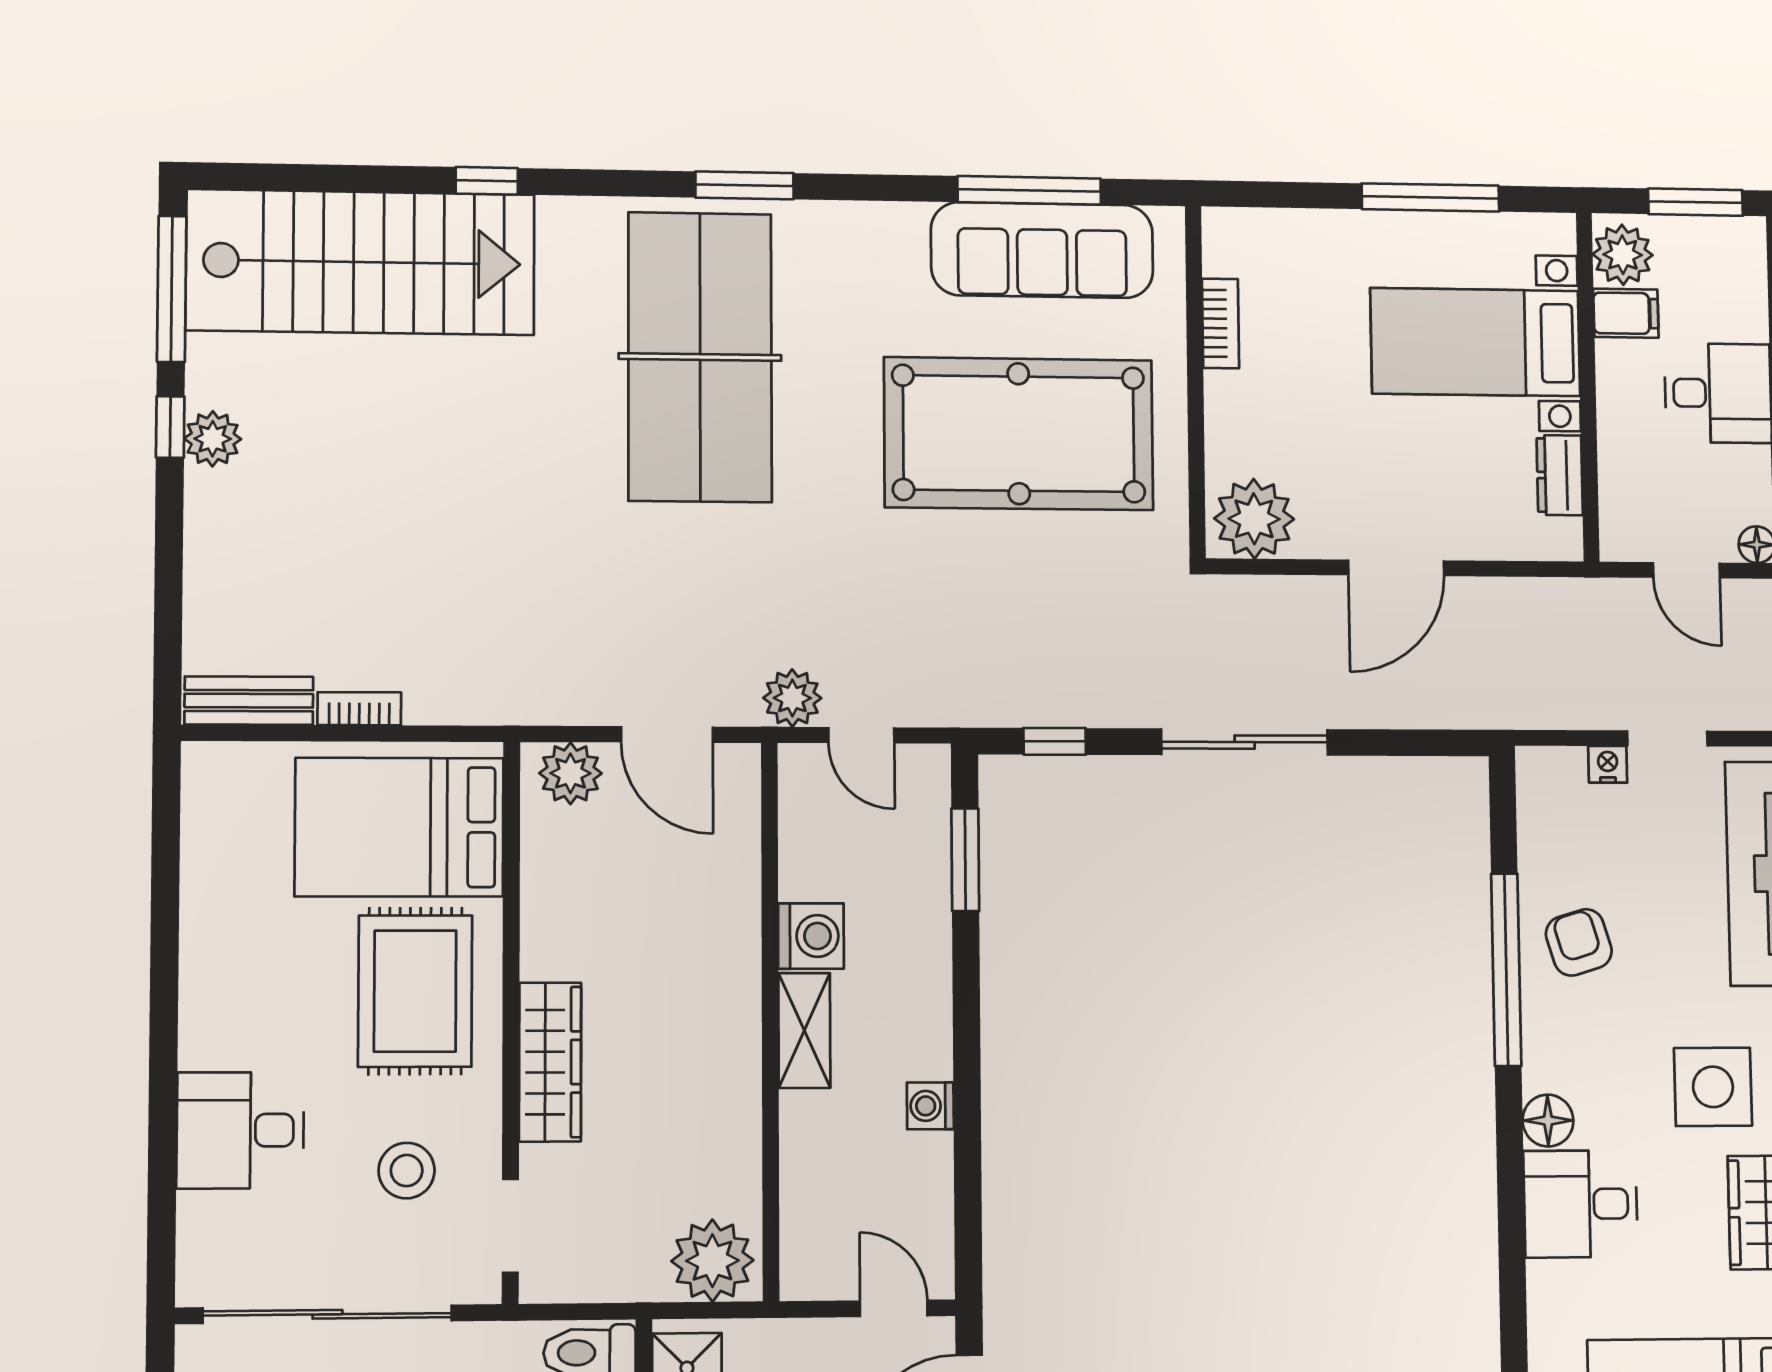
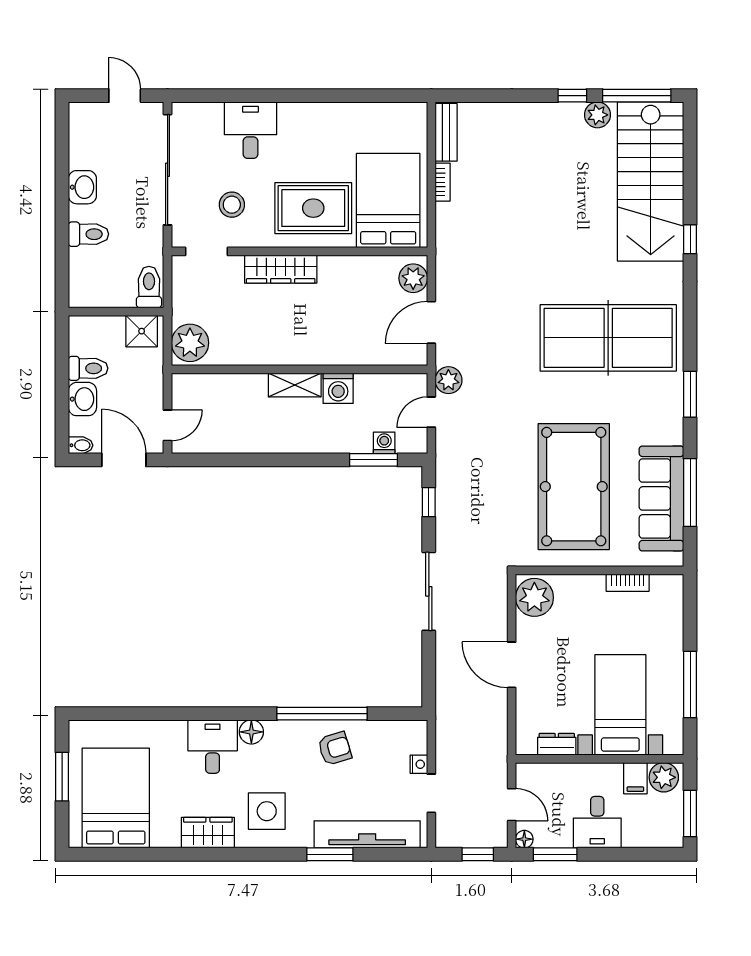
window: (745, 185) -> (690, 394), moved
plant: (213, 439) -> (597, 115), moved
door: (1686, 570) -> (512, 805), swing flipped
washing machine: (930, 1106) -> (384, 443), moved

